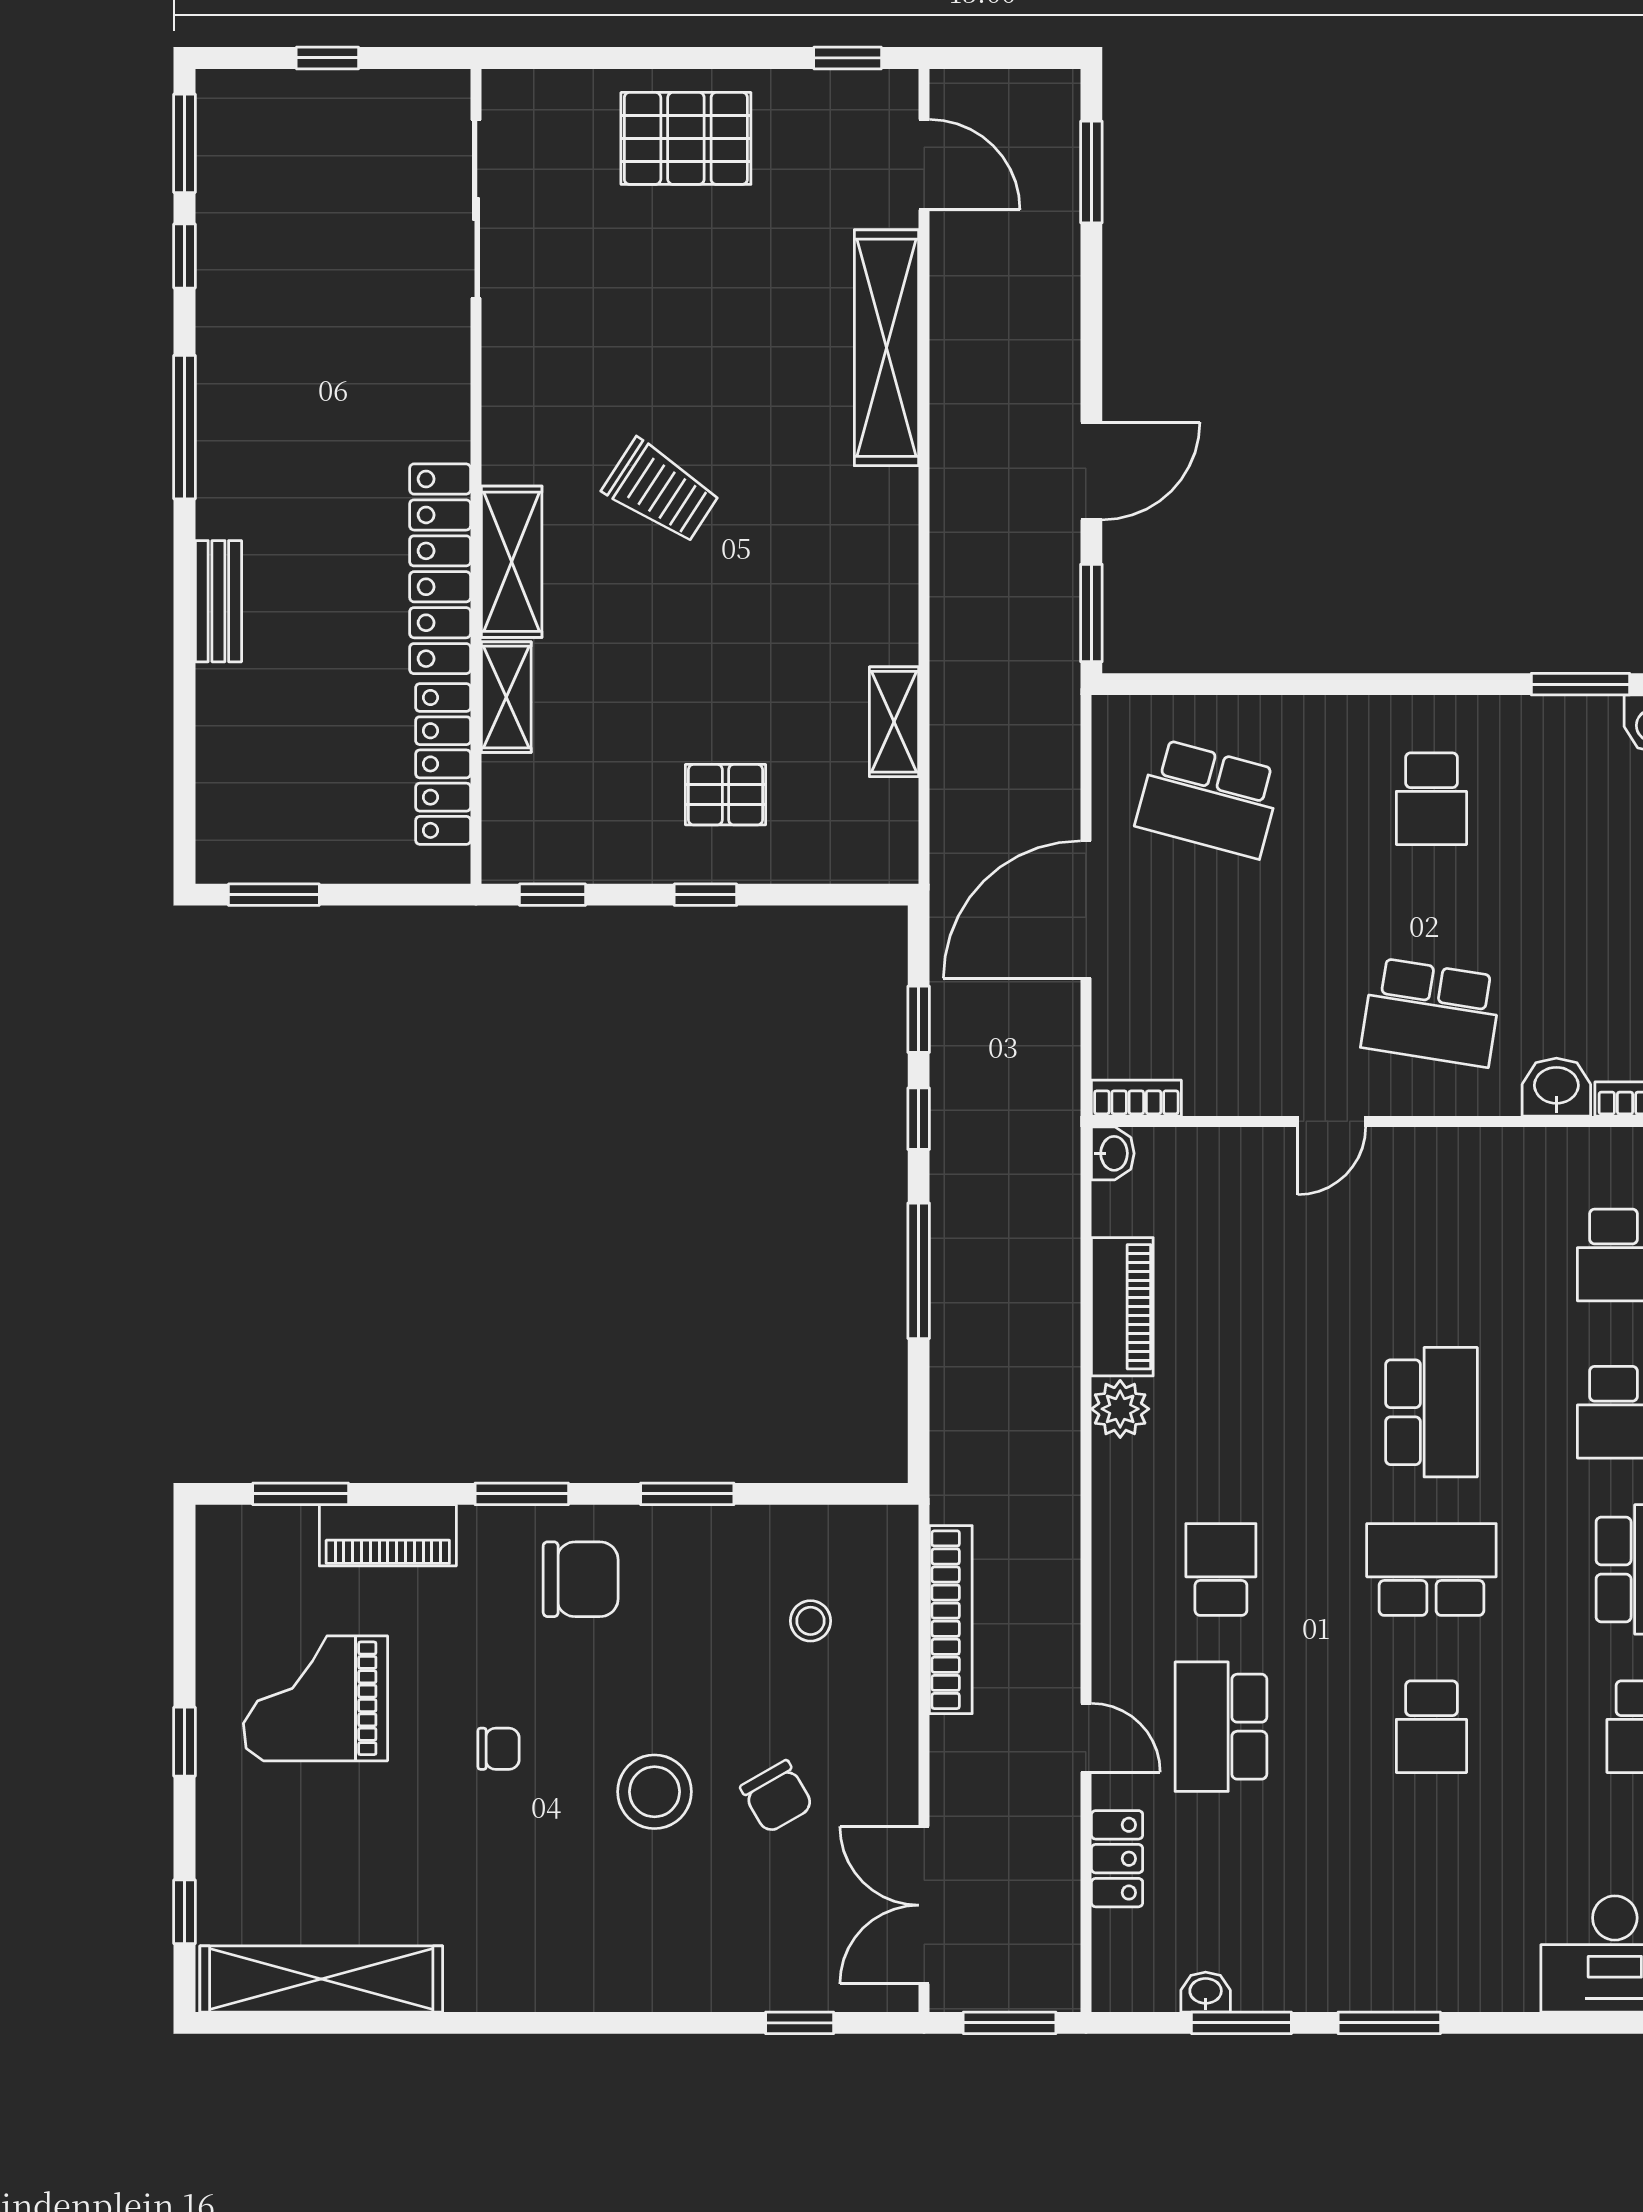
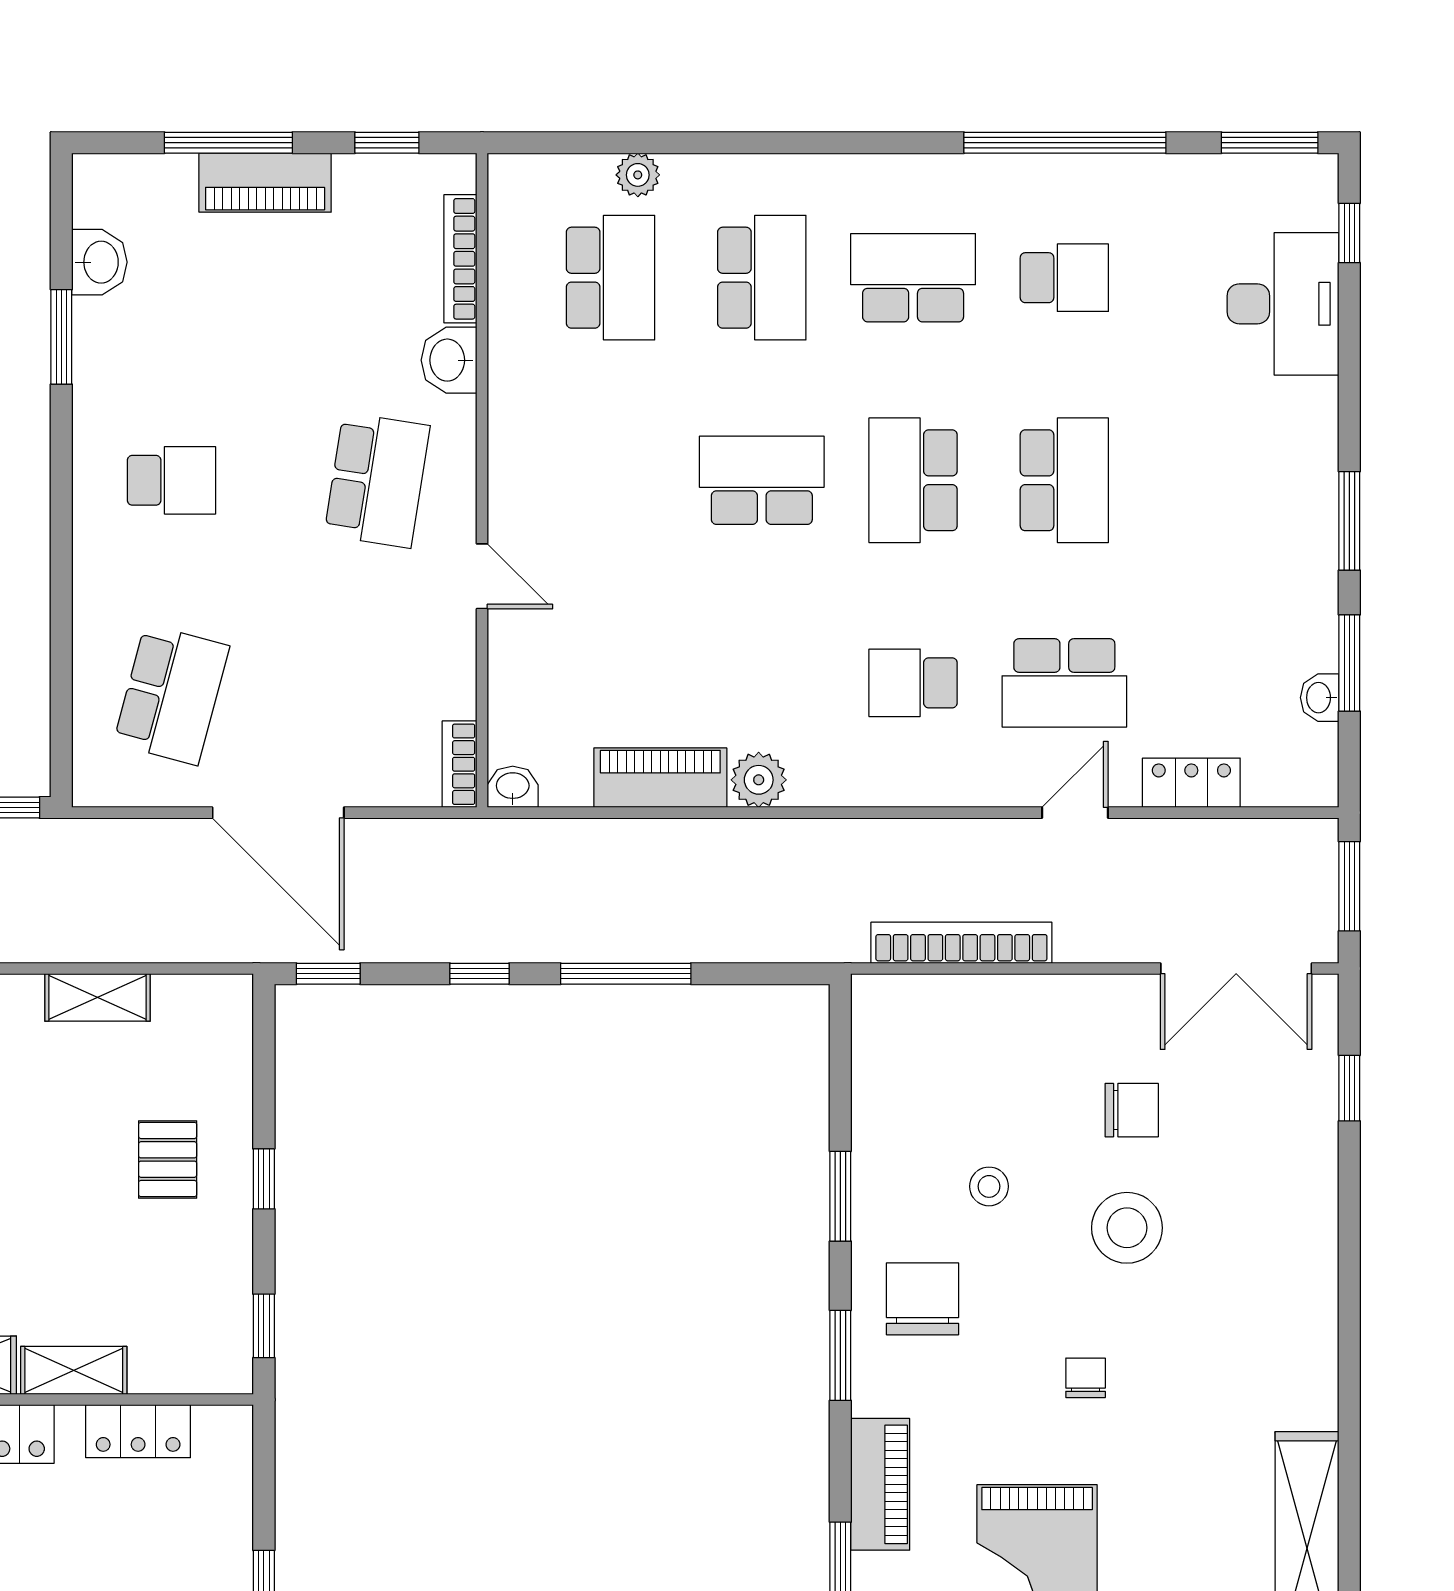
locker: (443, 764) -> (138, 1431), width x0.66
window: (919, 1019) -> (328, 974), moved
stool: (810, 1621) -> (989, 1186), moved
school desk: (1431, 1727) -> (1064, 480), width x1.85
chair: (777, 1797) -> (1132, 1110), turned 30

